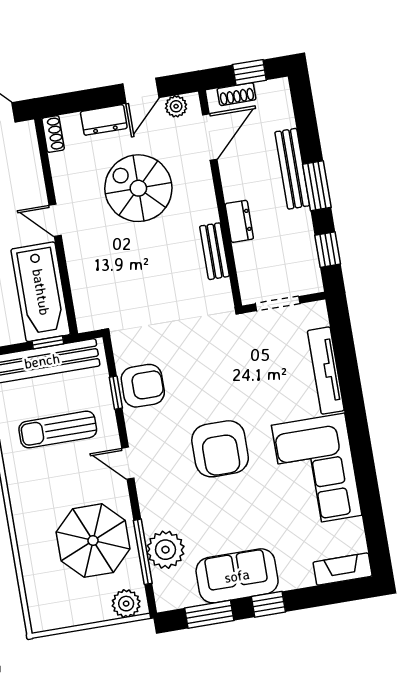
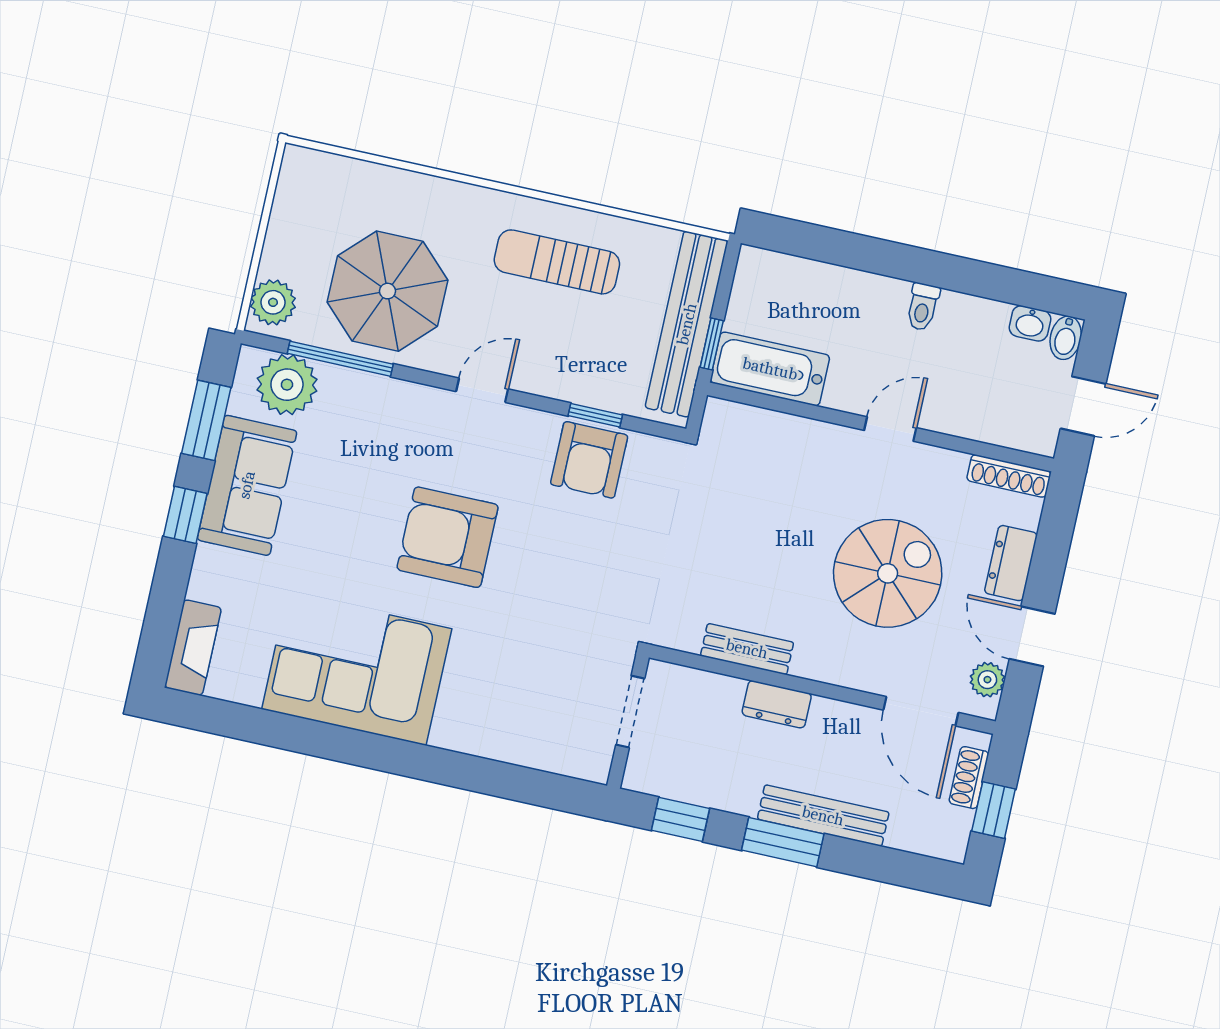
shoe rack: (53, 134) -> (1009, 476), width x1.43
bathtub: (41, 292) -> (770, 369), width x0.73, depth x0.73
tv unit: (326, 371) -> (501, 743), removed
sun lounger: (58, 430) -> (557, 262), moved, turned -90
plant: (165, 550) -> (287, 385), moved

